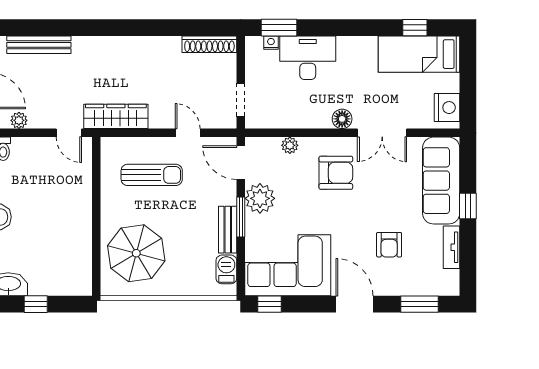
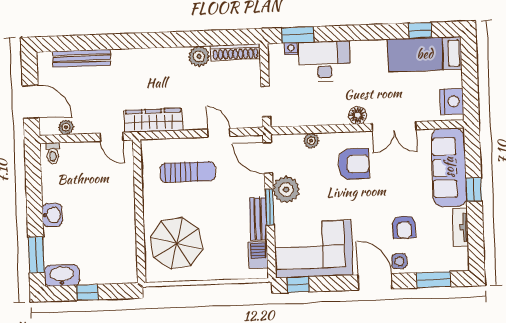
plant: (169, 47) -> (199, 56), added
side table: (382, 282) -> (399, 261), added

